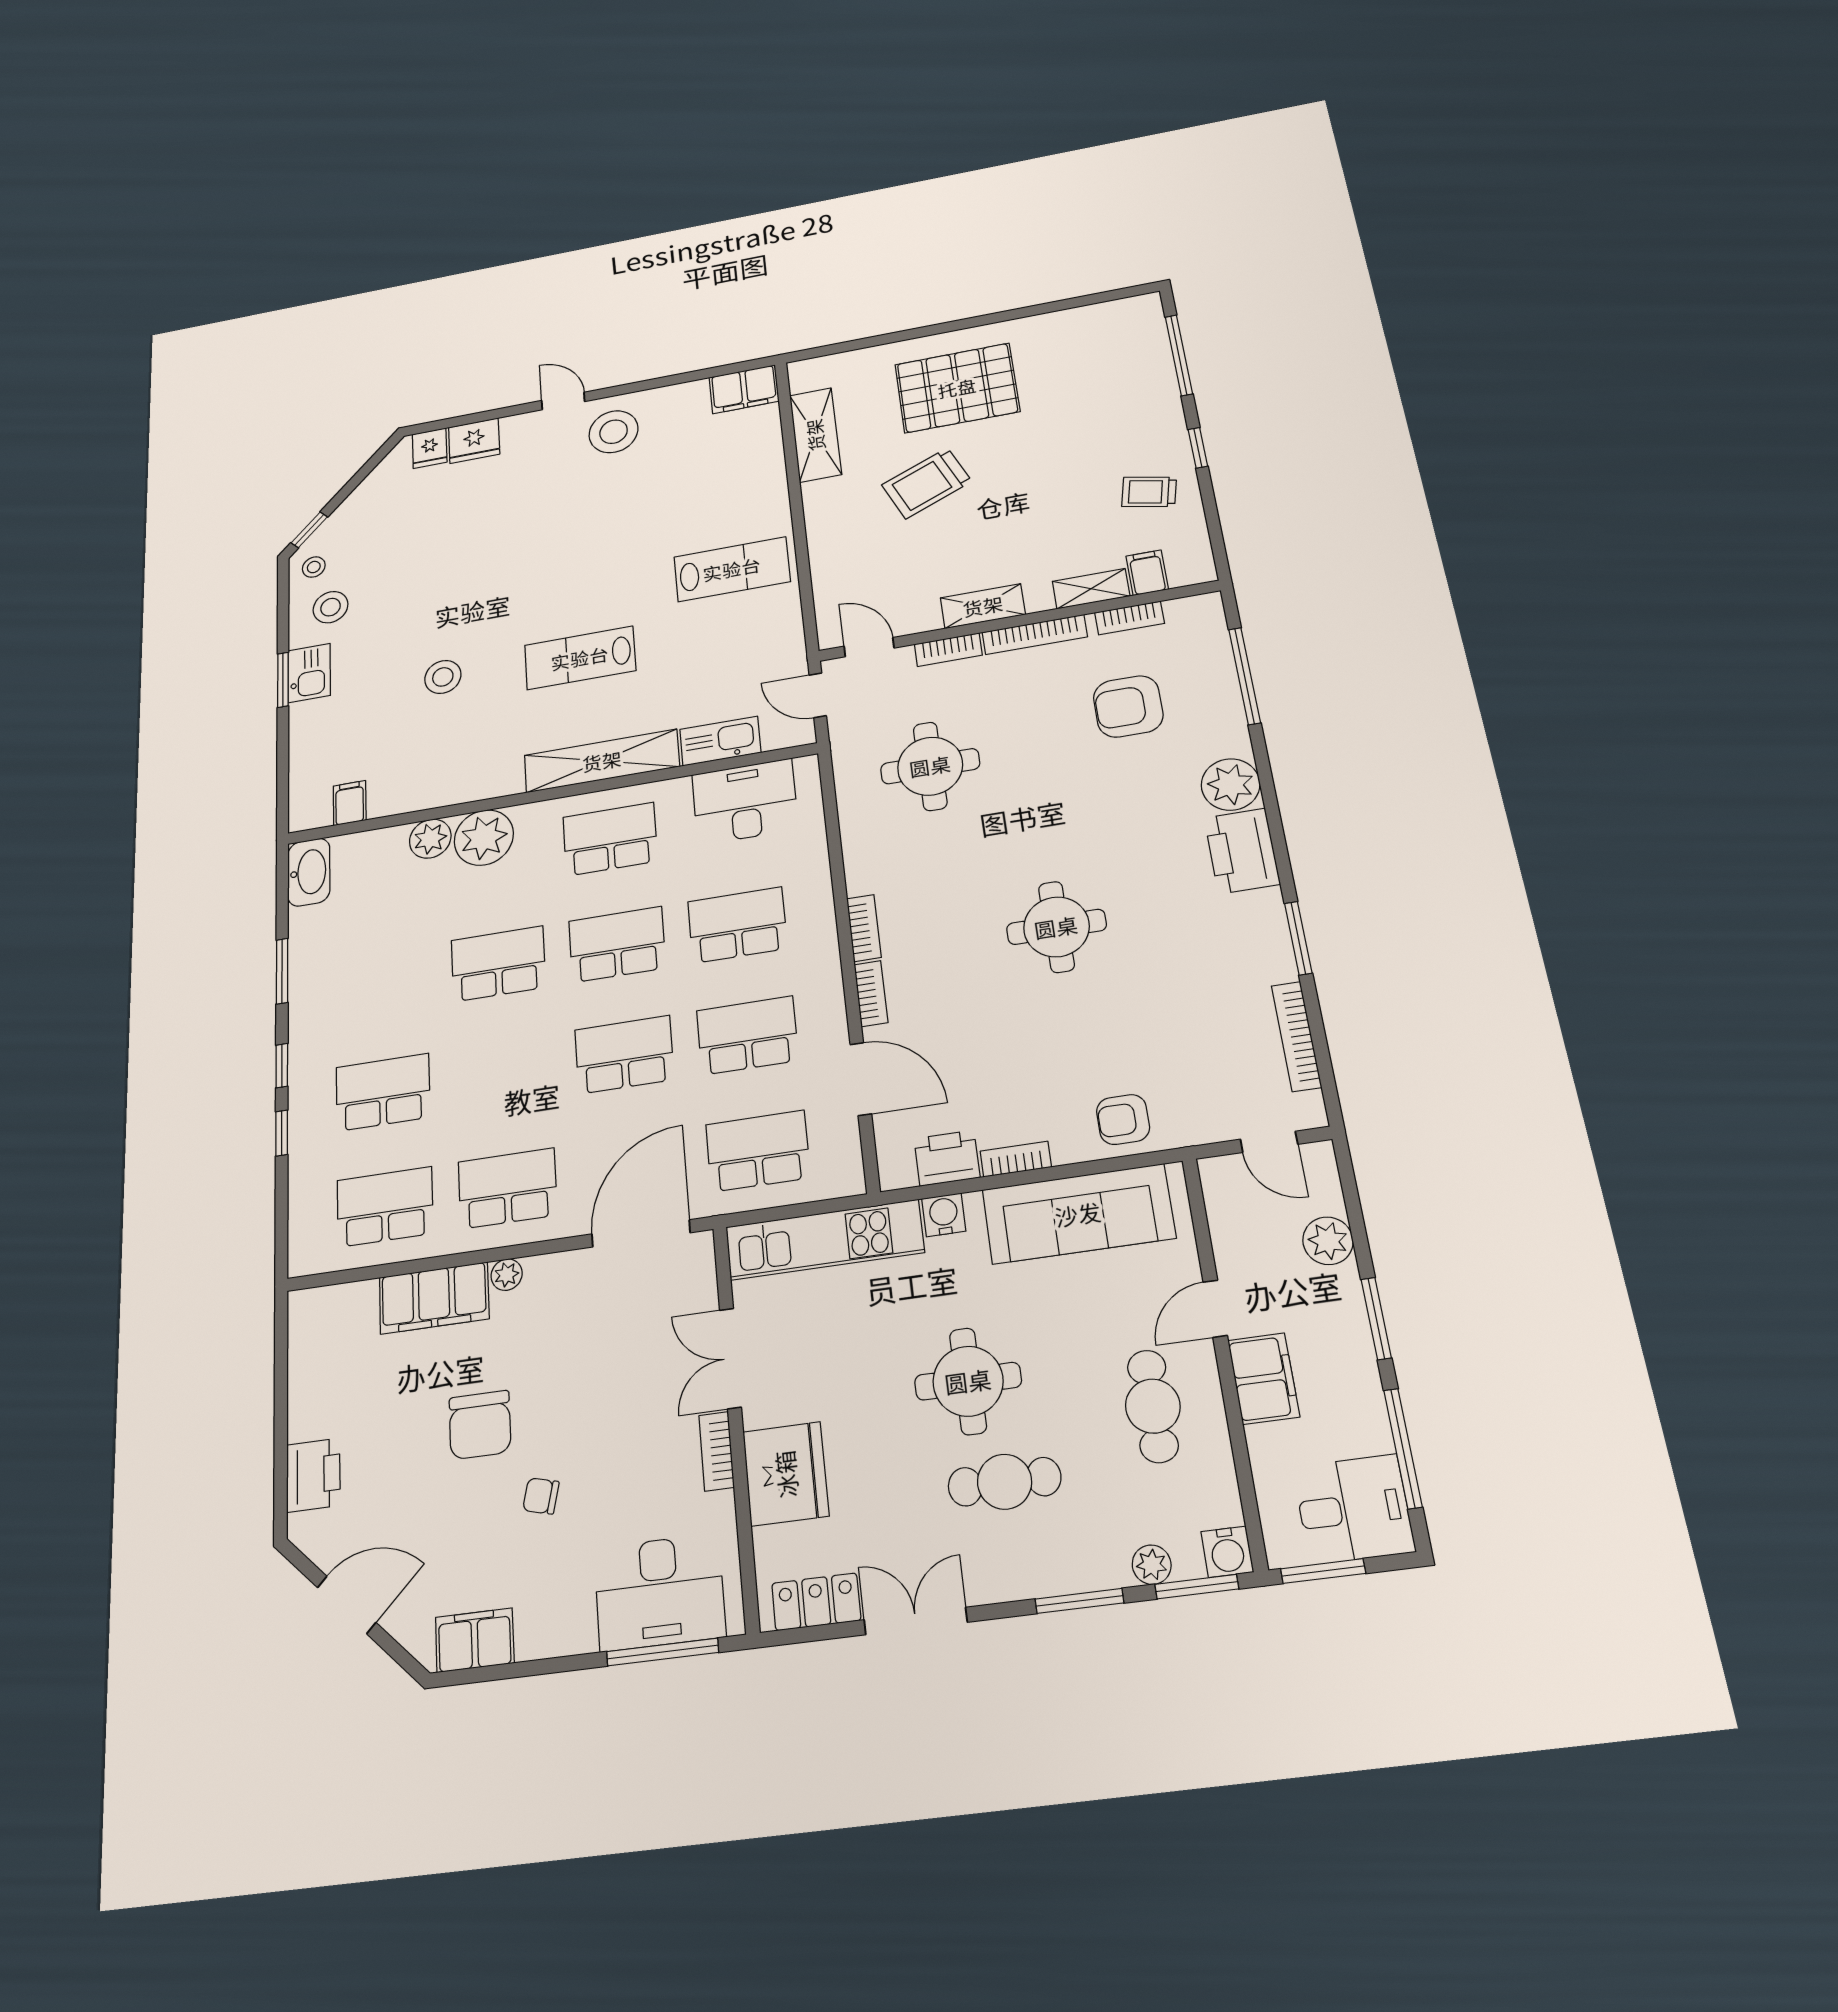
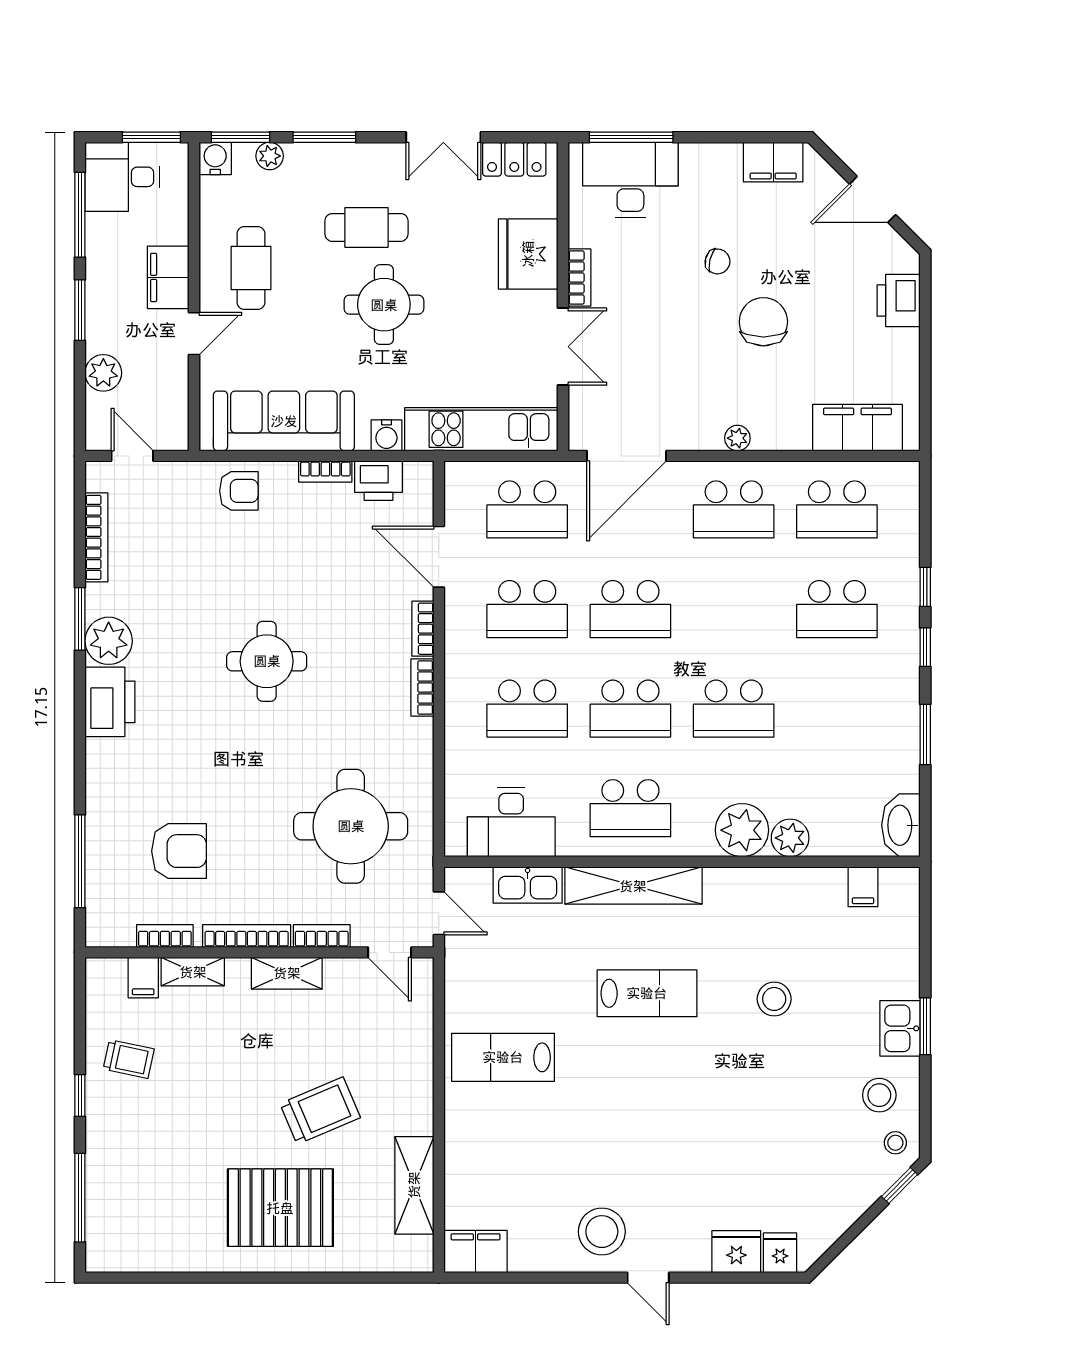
round table: (930, 766) -> (351, 826), width x1.36, depth x1.36
plant: (1231, 785) -> (109, 641), moved
filing cabinet: (434, 1298) -> (857, 428), moved

